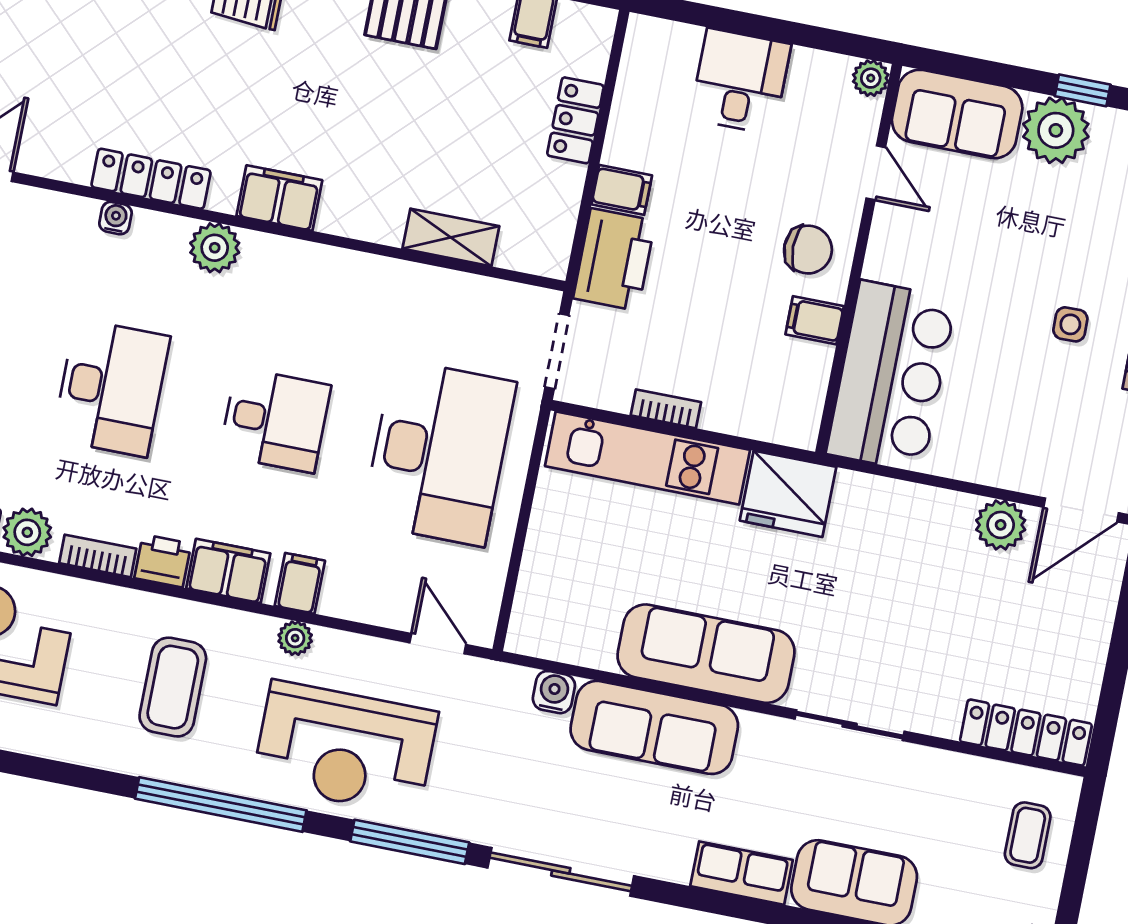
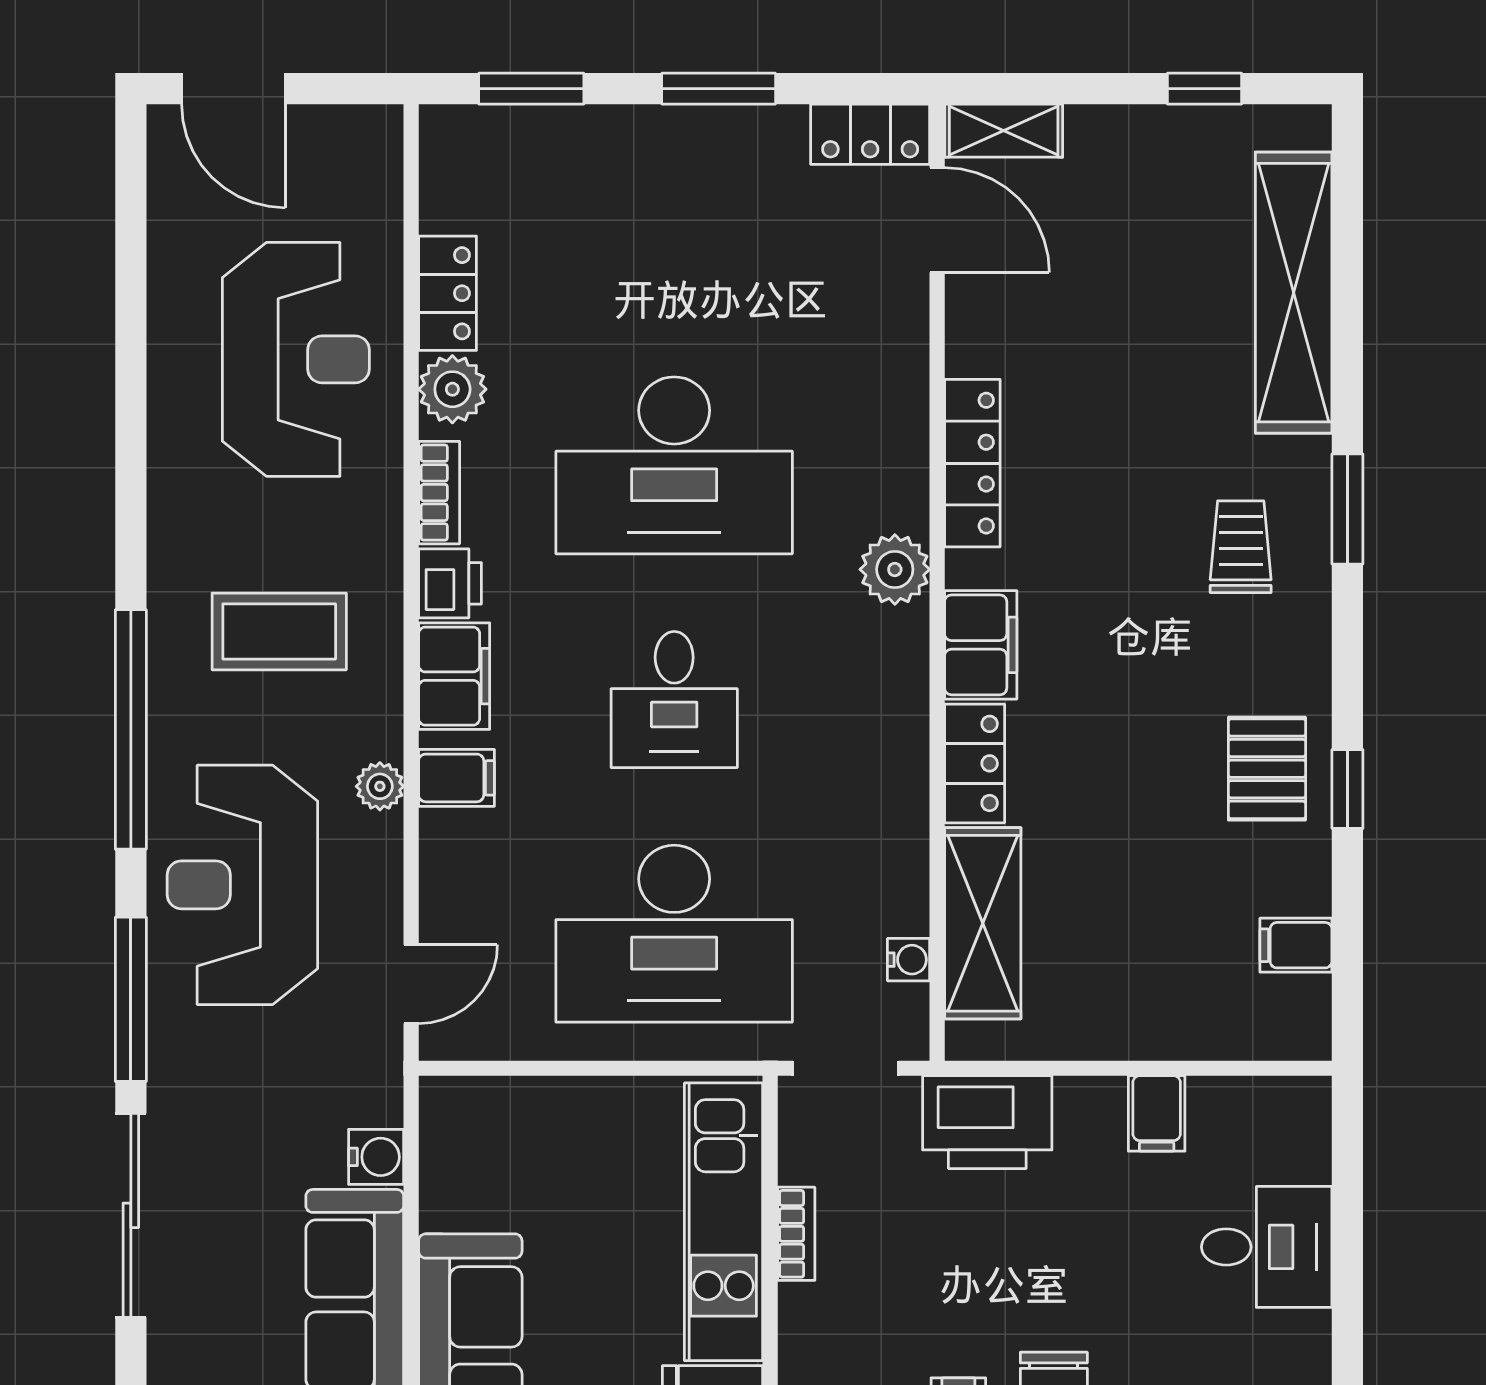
locker: (575, 120) -> (975, 763), moved, turned 90
filing cabinet: (622, 190) -> (1157, 1113), moved
water cooler: (115, 218) -> (909, 960), moved
shelving: (451, 237) -> (983, 923), width x1.50, depth x1.33
desk: (111, 388) -> (674, 465), width x1.36, depth x1.30

